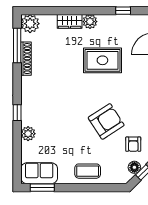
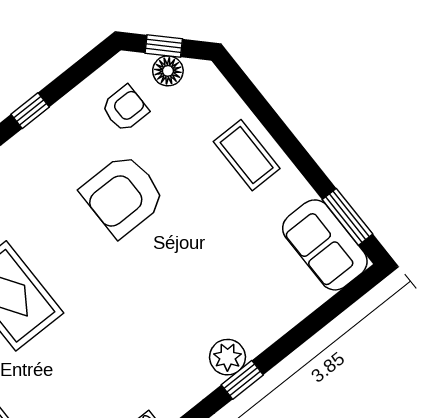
armchair: (106, 121) -> (123, 195), turned -57
plant: (28, 134) -> (227, 357), moved

